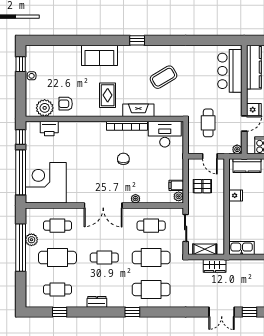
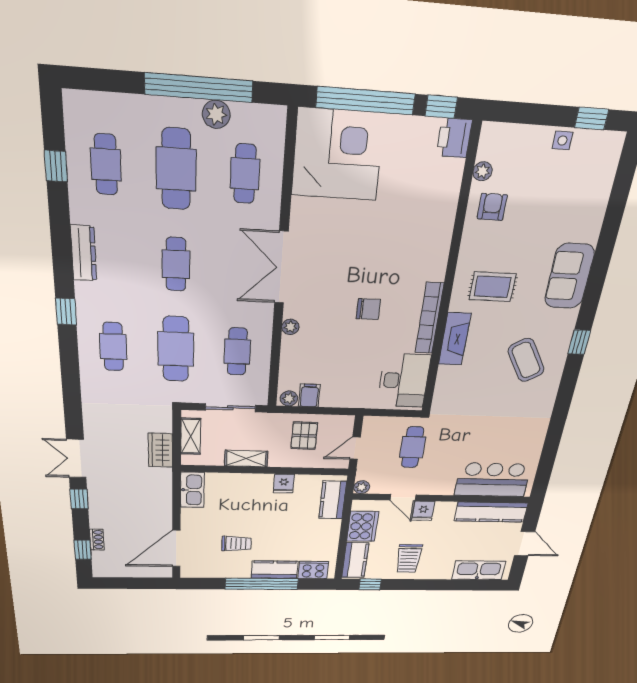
coffee table: (164, 77) -> (526, 360), moved
plant: (45, 108) -> (483, 171), width x0.53, depth x0.53
cafe table: (208, 123) -> (413, 447), turned 90
printer: (49, 128) -> (454, 138), moved
shelving: (219, 218) -> (246, 459), added
cafe table: (151, 289) -> (113, 347), width x0.73, depth x0.74
dresser: (97, 302) -> (84, 253), width x1.44

